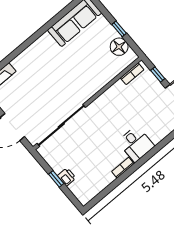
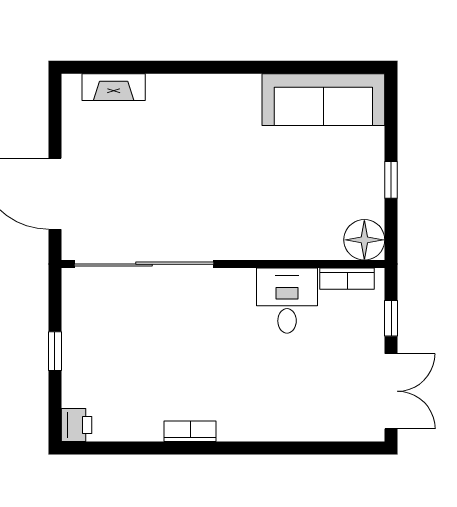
floor lamp: (119, 47) -> (364, 240), moved
desk: (136, 144) -> (287, 301), moved, turned 180
printer: (67, 177) -> (76, 425), moved

